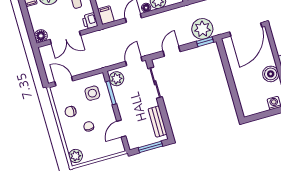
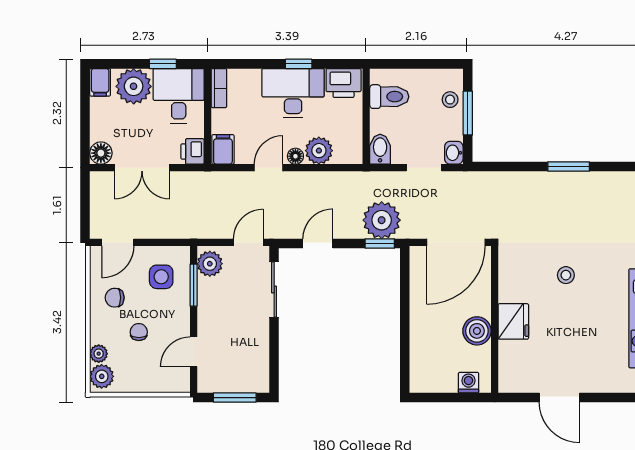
door: (64, 81) -> (118, 242), swing flipped
bench: (157, 122) -> (259, 357), removed
plant: (70, 144) -> (99, 354), added

